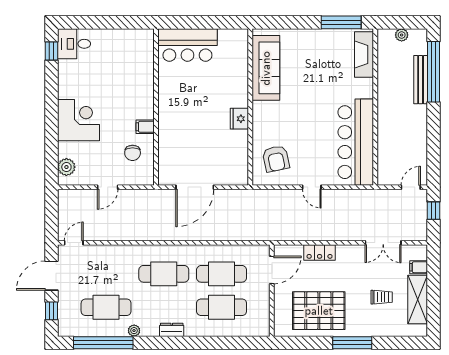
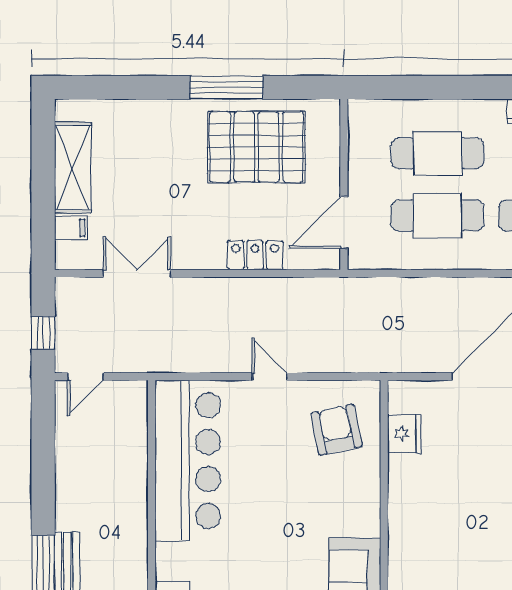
fridge: (239, 119) -> (404, 434), moved
trolley: (382, 297) -> (140, 172), removed
window: (352, 343) -> (226, 87), moved

